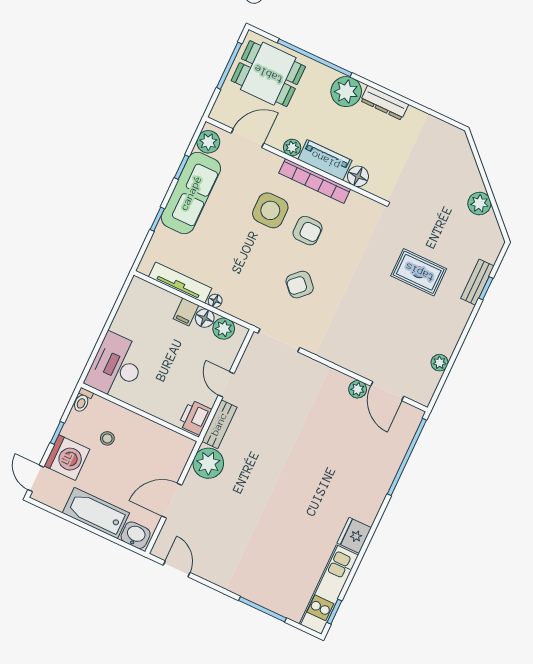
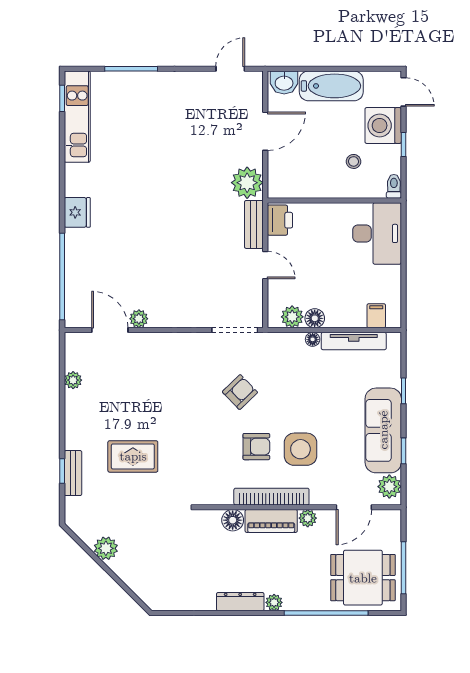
plant: (346, 92) -> (274, 602), width x0.53, depth x0.53
armchair: (308, 231) -> (256, 447), turned 180
filing cabinet: (186, 312) -> (376, 316), moved
fridge: (354, 535) -> (77, 212), moved
door: (177, 569) -> (230, 69), swing flipped

